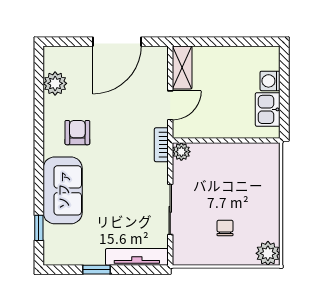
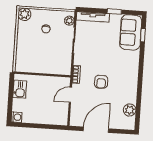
shelving: (182, 67) -> (63, 114), removed
washing machine: (270, 81) -> (17, 117), moved
armchair: (77, 133) -> (101, 82), moved
plant: (181, 152) -> (69, 21), moved
sofa: (63, 190) -> (131, 32), moved

